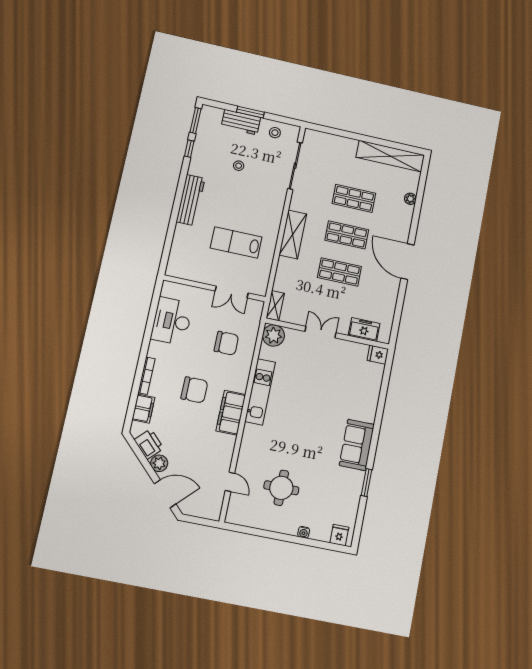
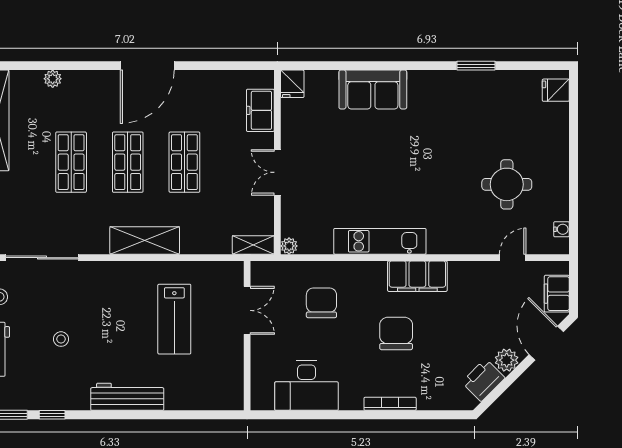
plant: (273, 335) -> (289, 246), width x0.53, depth x0.53
filing cabinet: (143, 409) -> (557, 294), moved, turned -90
sofa: (357, 445) -> (373, 89), moved
water cooler: (304, 532) -> (561, 229), moved

